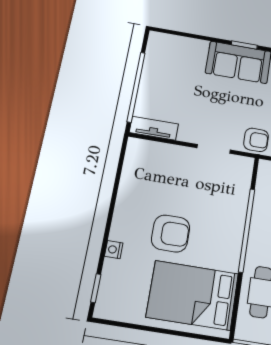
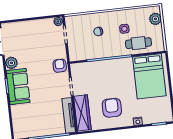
tv unit: (154, 128) -> (69, 115), width x1.41
wardrobe: (160, 154) -> (82, 113), added
armchair: (171, 233) -> (112, 108), moved

